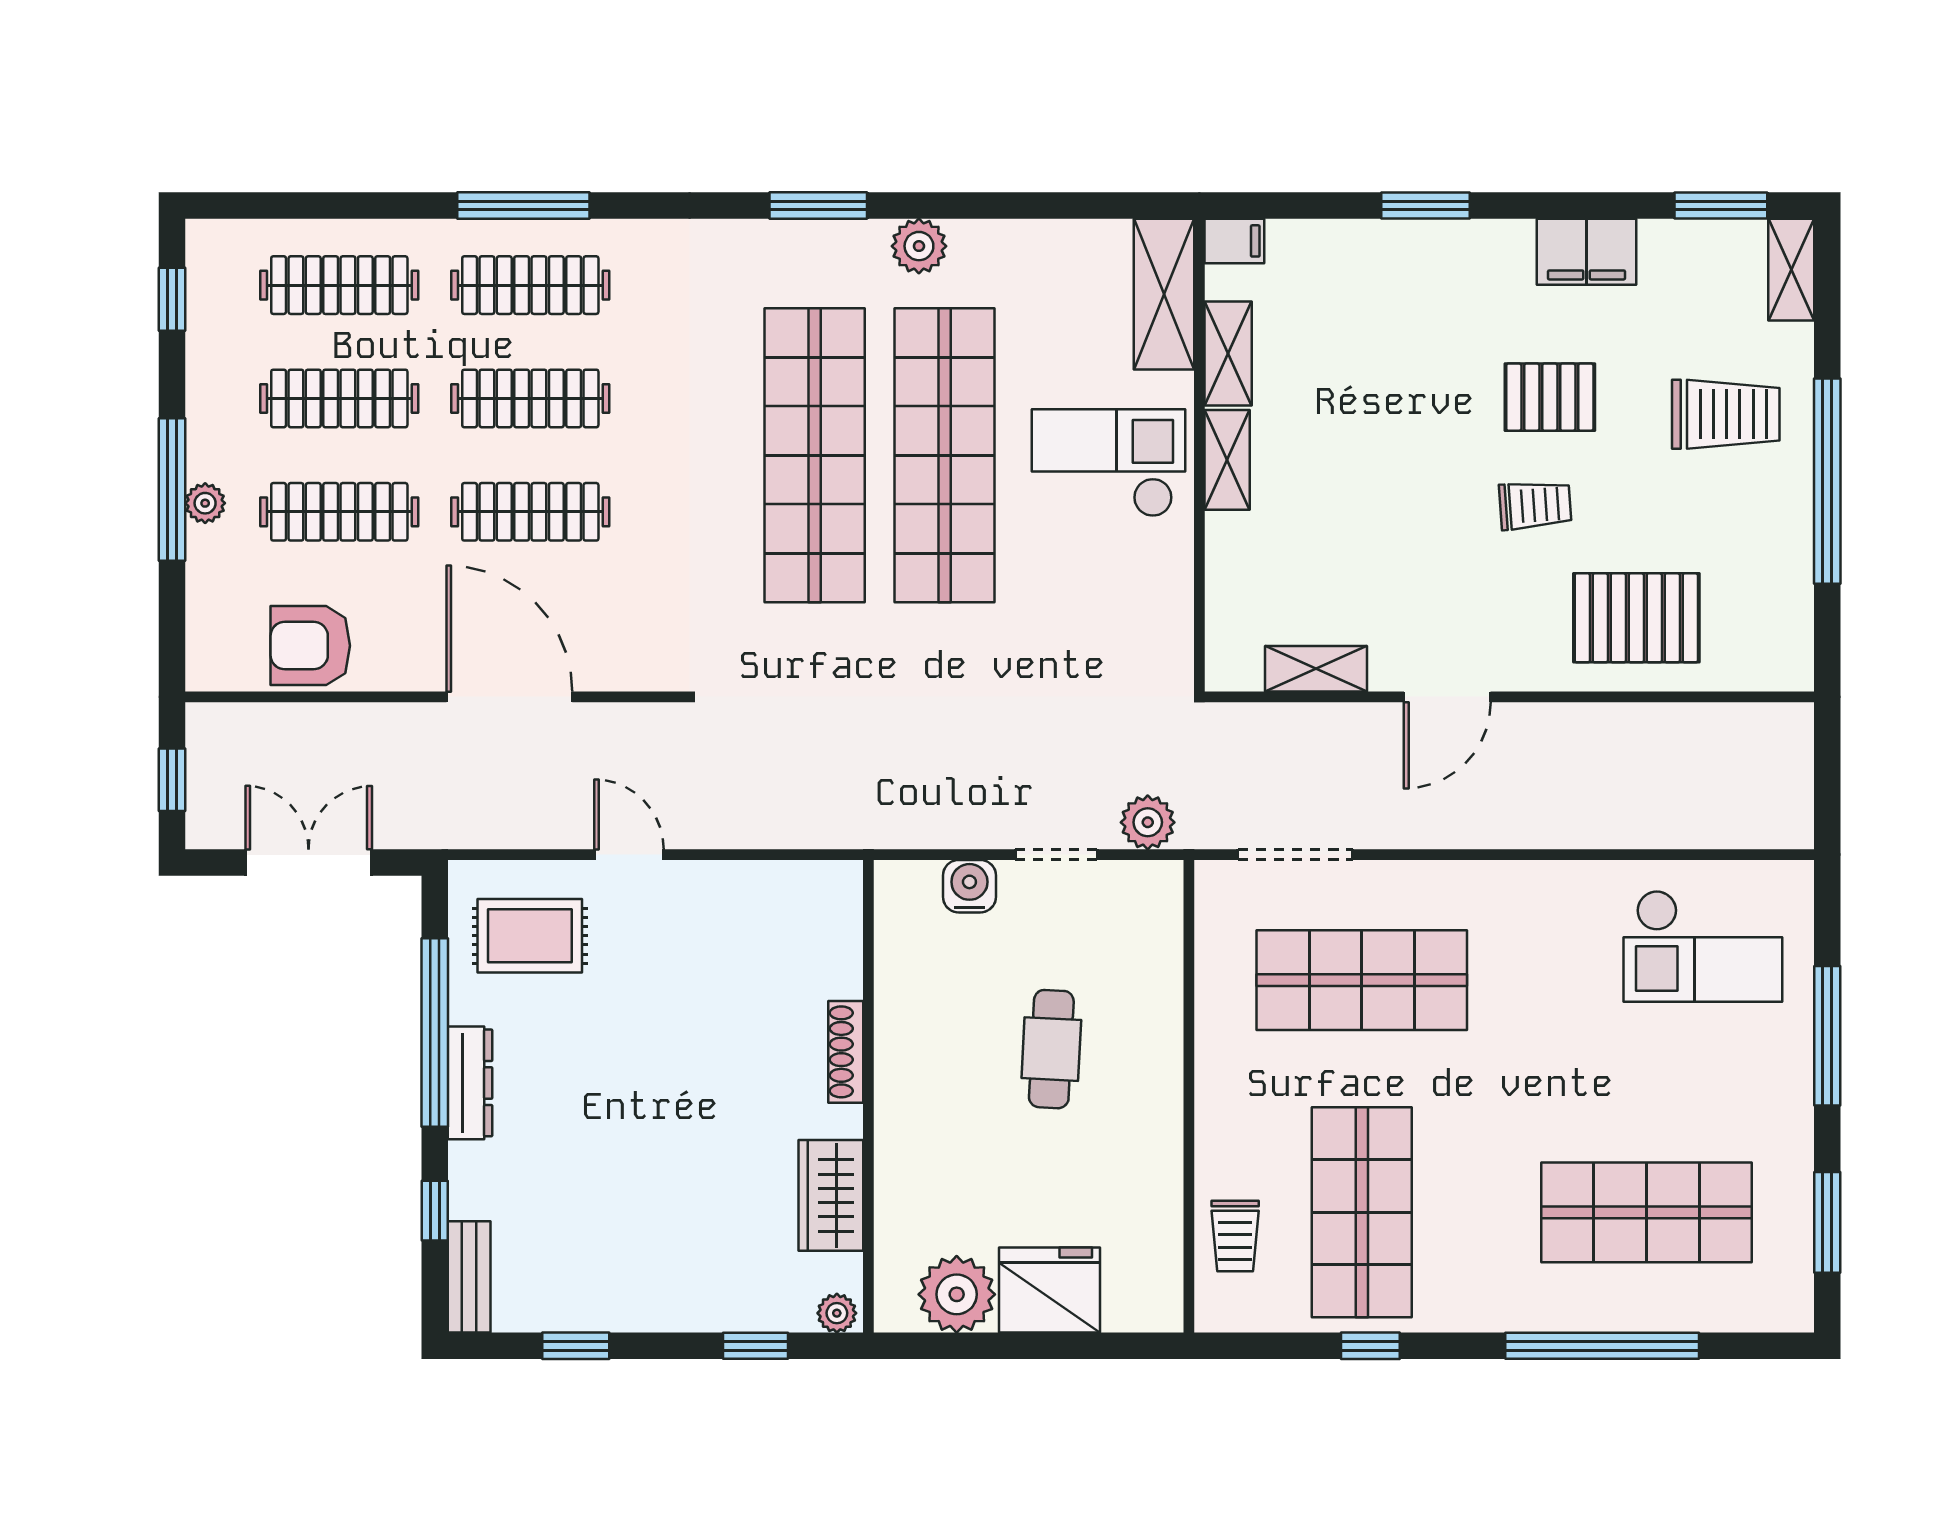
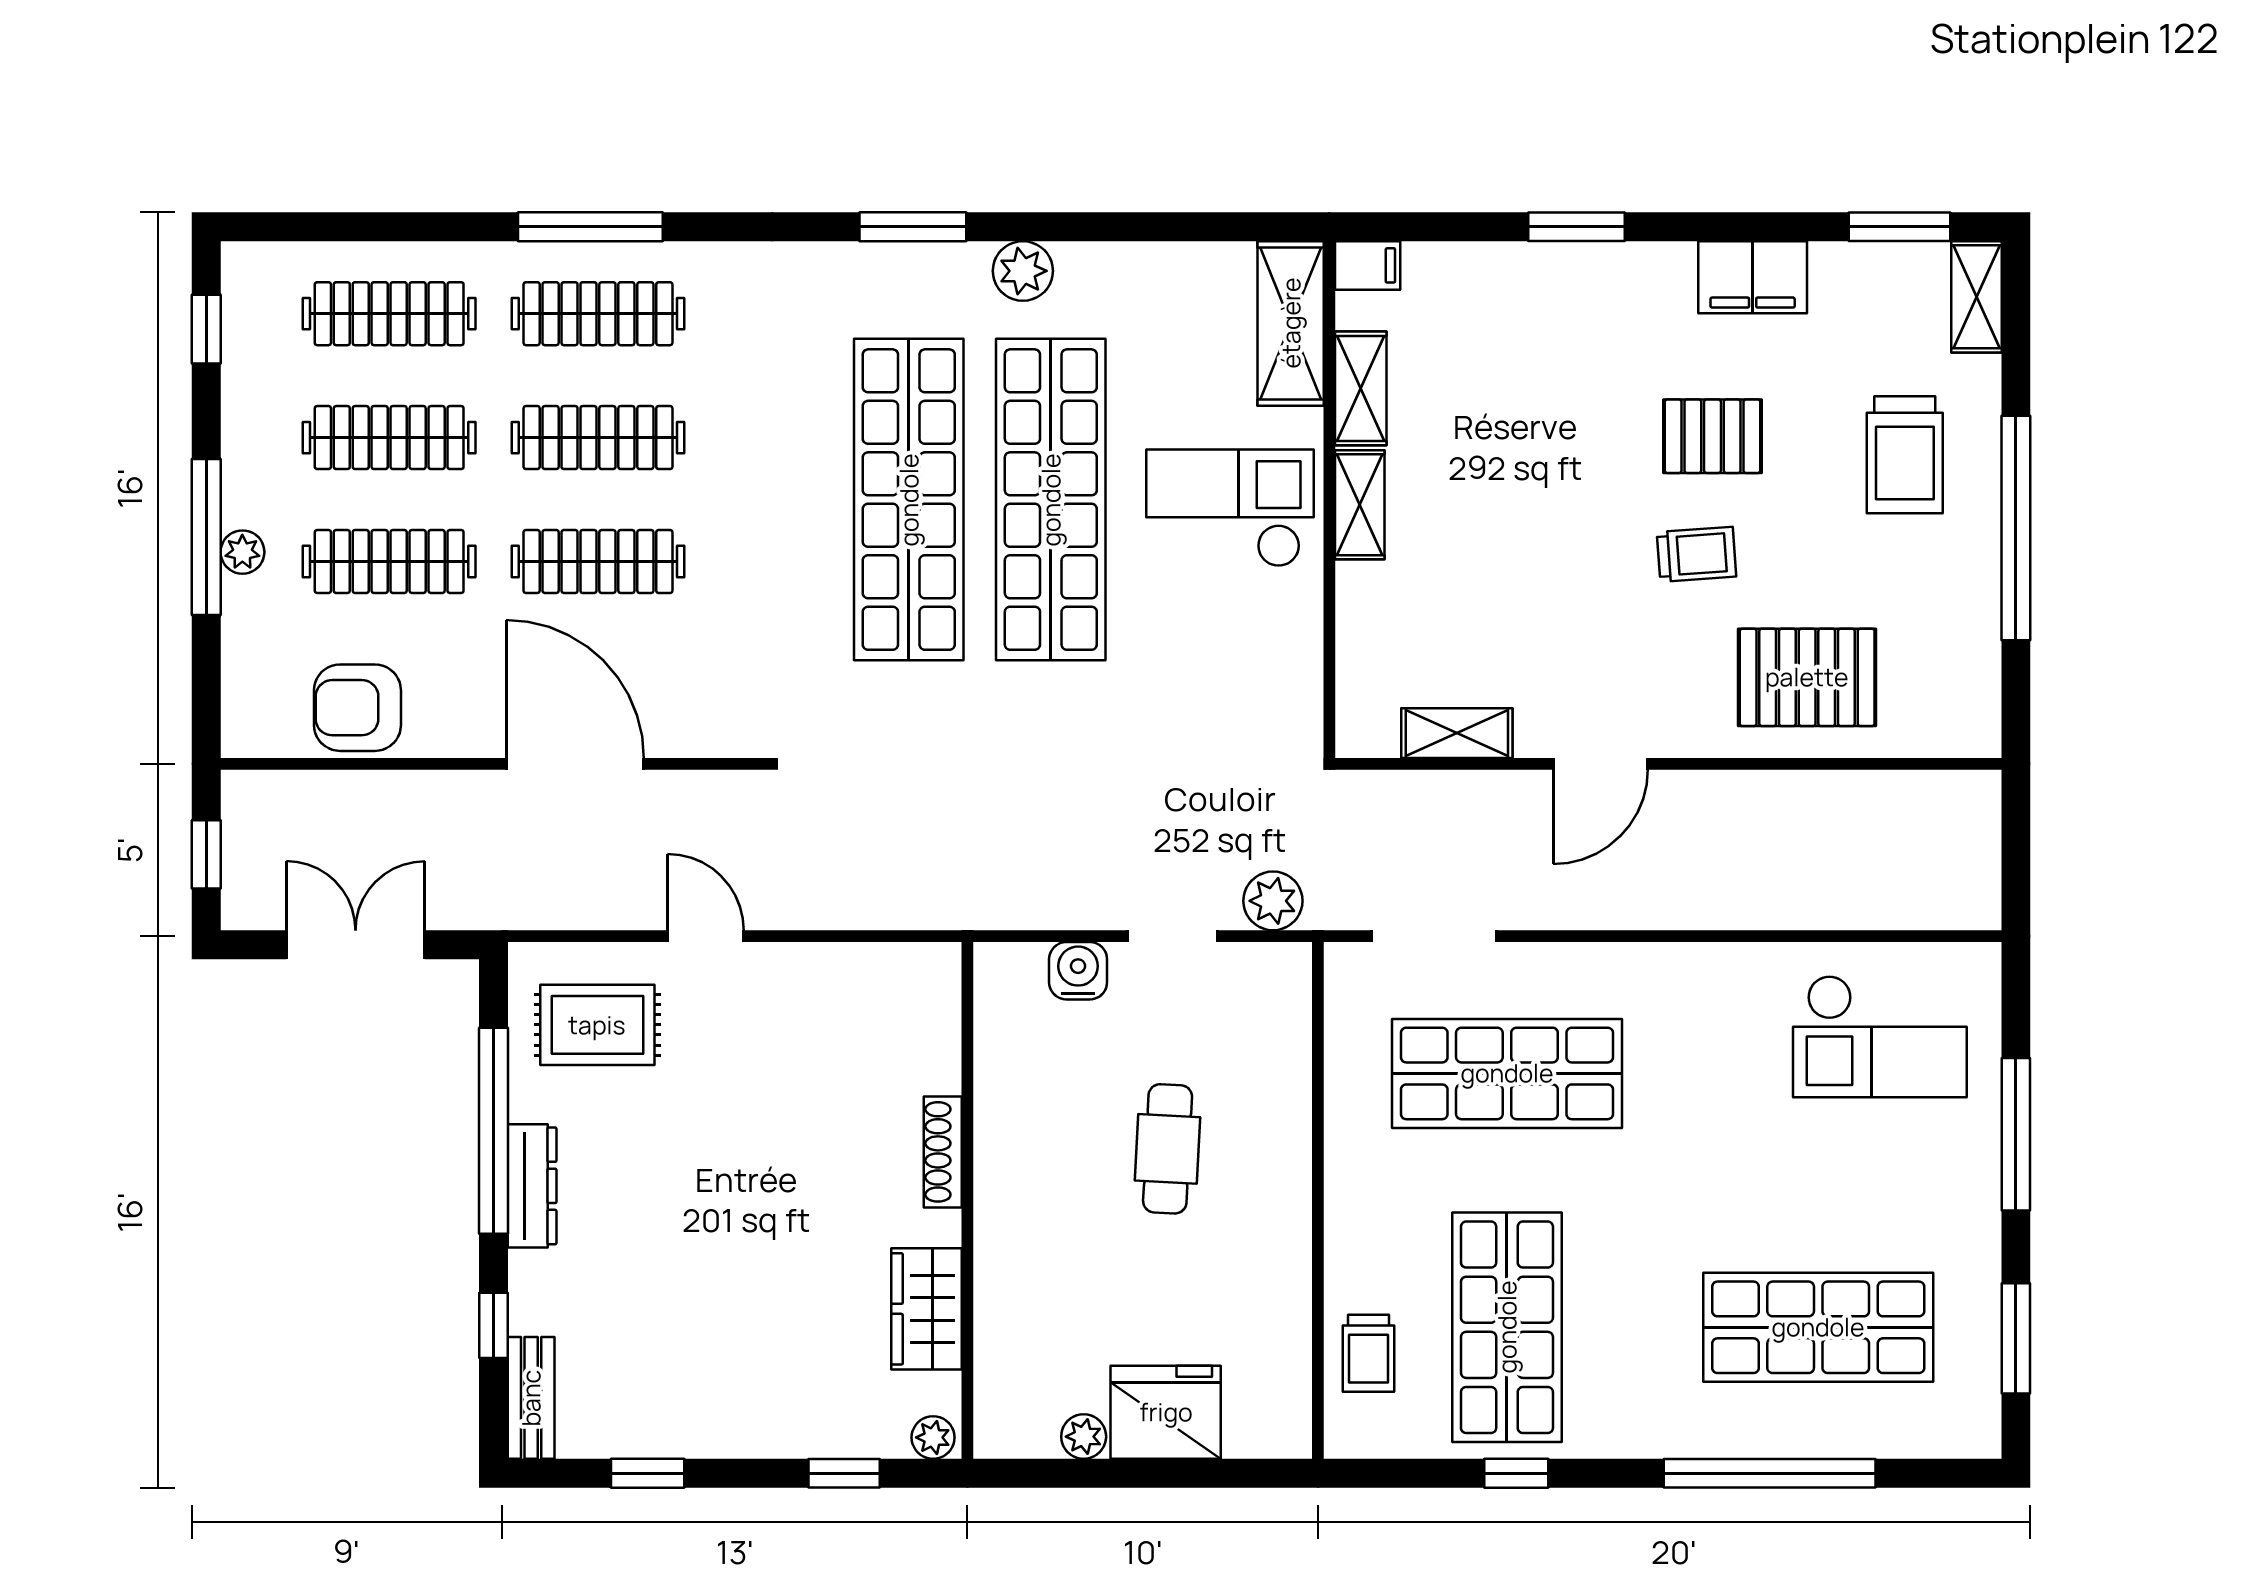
trolley: (1726, 414) -> (1905, 455), turned 90
plant: (957, 1294) -> (1084, 1437), width x0.53, depth x0.53

